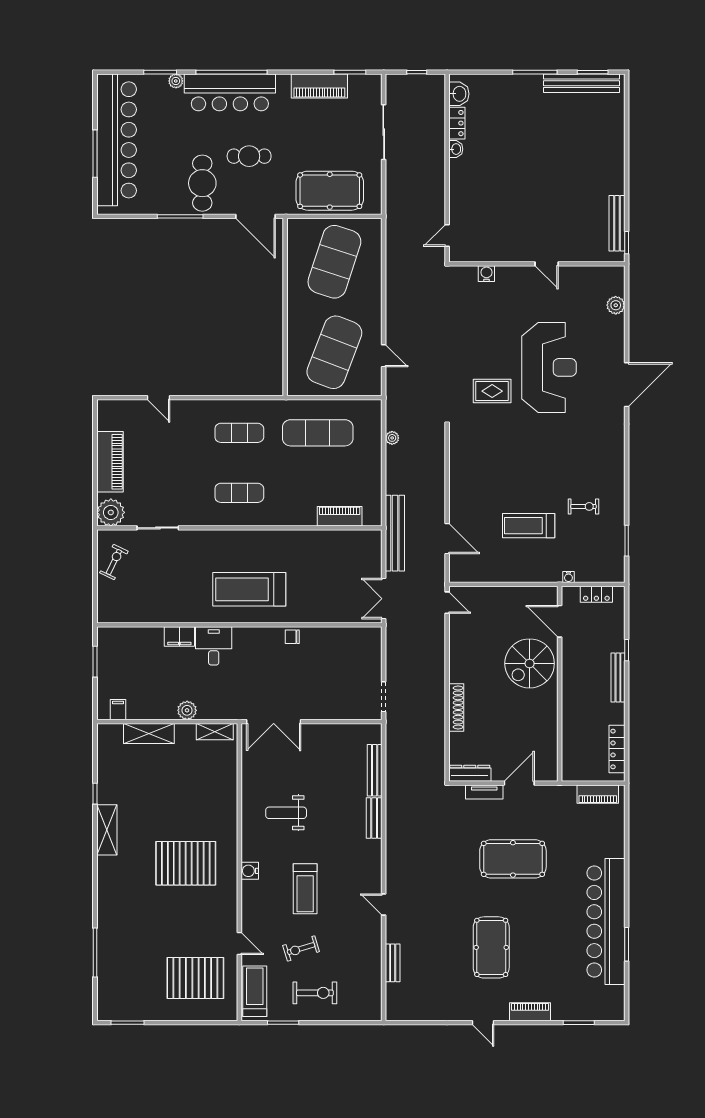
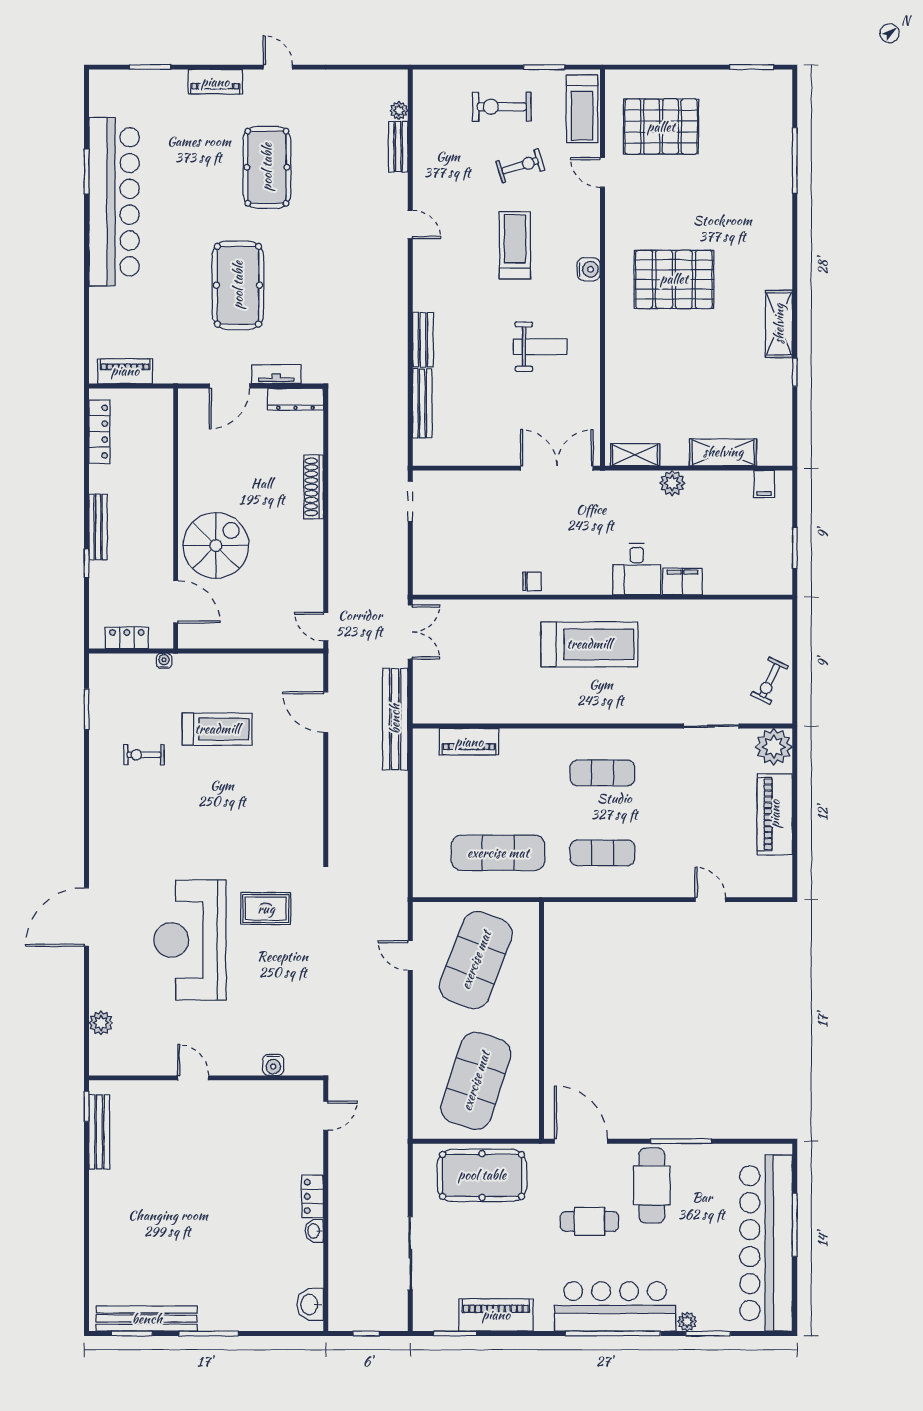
locker: (457, 123) -> (313, 1196), moved
plant: (392, 438) -> (399, 111), moved
pool table: (513, 859) -> (238, 285), turned 90

